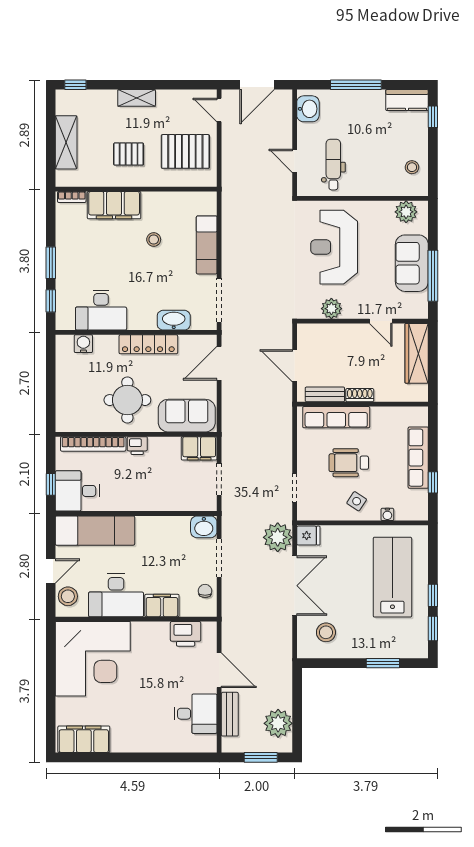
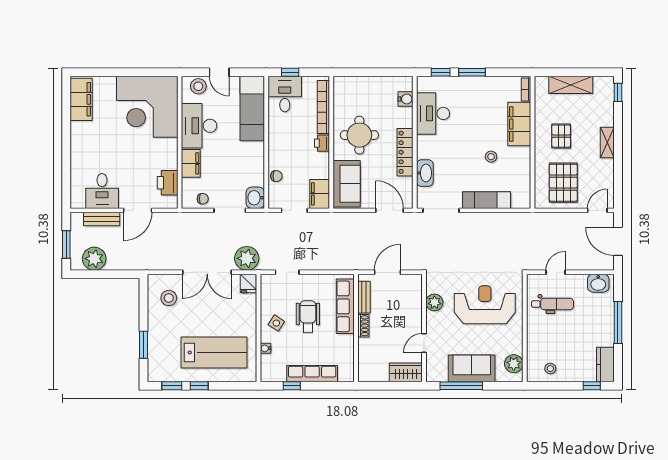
wardrobe: (417, 353) -> (406, 372), width x0.67
chair: (177, 501) -> (276, 176), added

